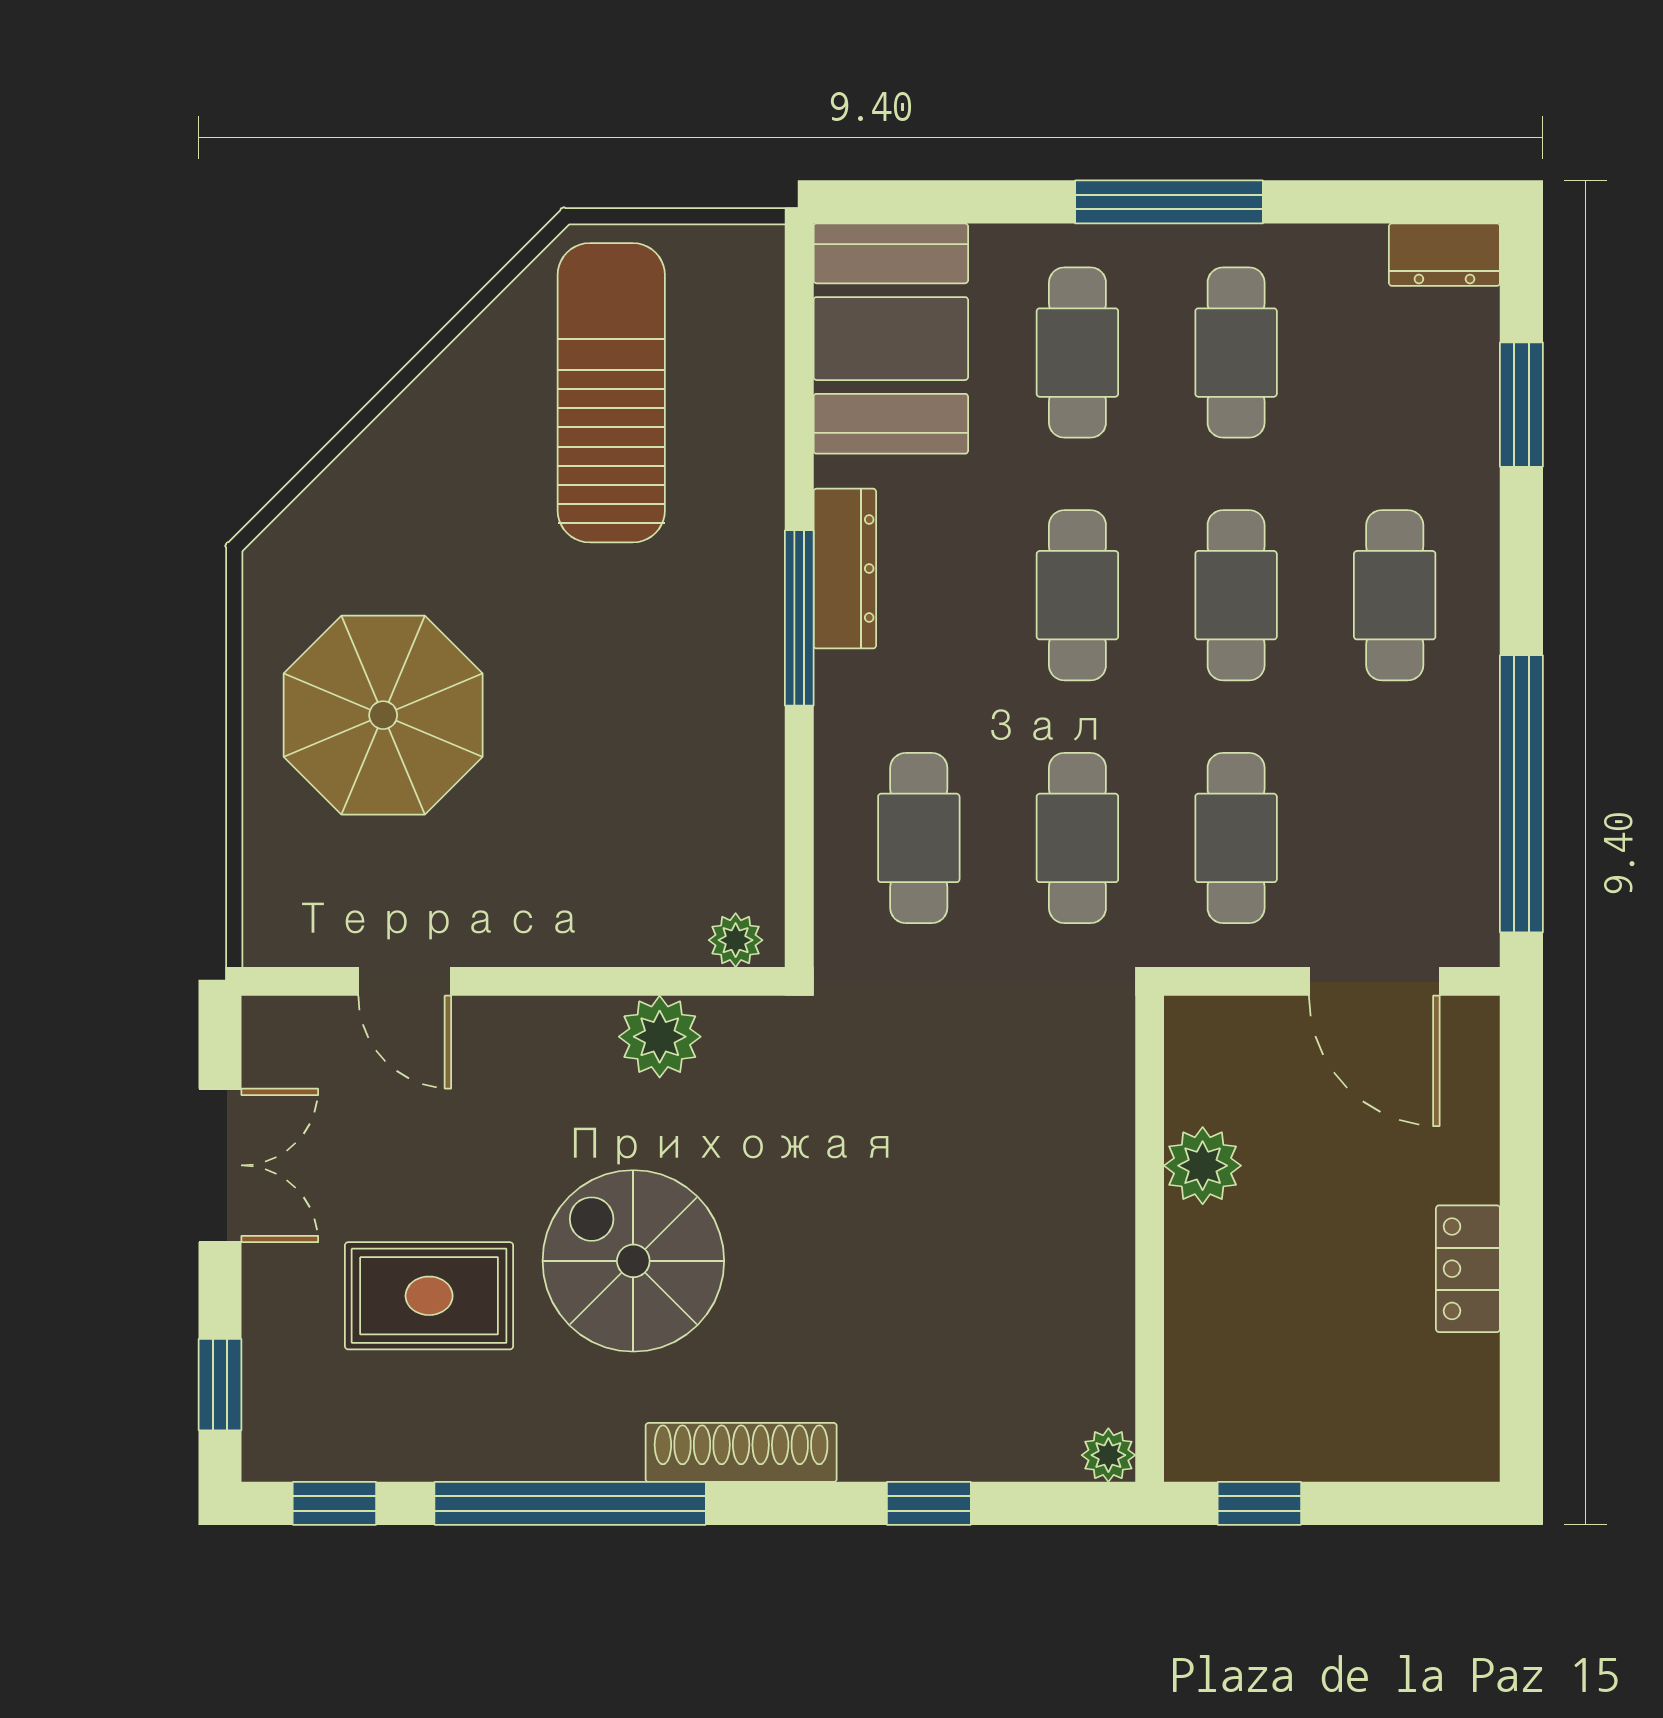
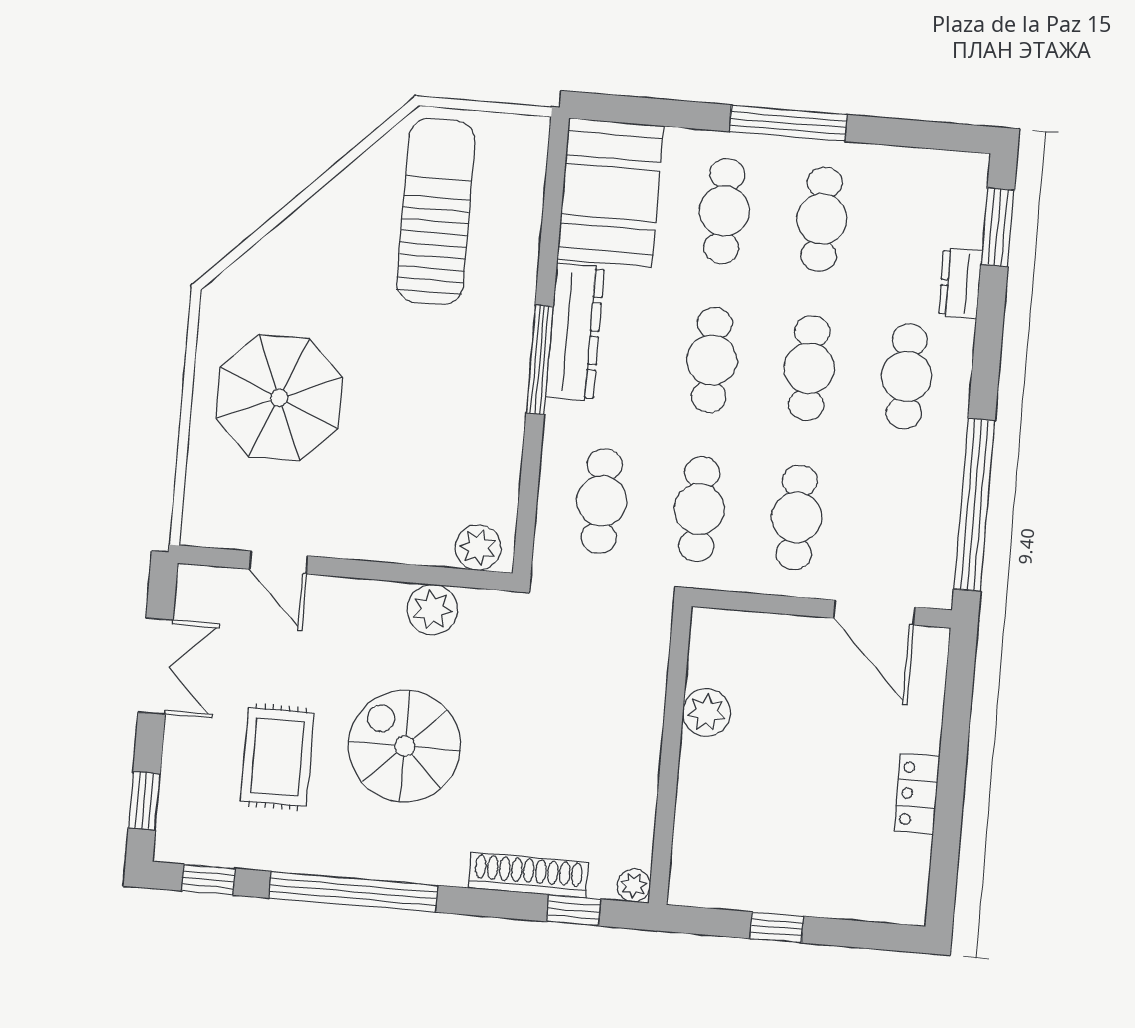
dresser: (1444, 255) -> (960, 283), moved, turned 90
window: (1521, 405) -> (998, 227), moved
dresser: (845, 569) -> (575, 332), width x1.37, depth x1.24
plant: (736, 940) -> (478, 548), width x1.38, depth x1.38
plant: (1203, 1166) -> (706, 712), moved
wall: (1150, 1239) -> (670, 755), moved
rug: (429, 1296) -> (277, 757), turned 90
shoe rack: (741, 1452) -> (528, 875), moved
plant: (1108, 1455) -> (634, 885), moved

